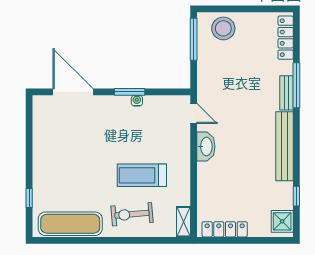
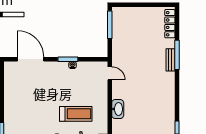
stool: (223, 28) -> (129, 18), removed
bench: (284, 146) -> (169, 95), removed
washbasin: (206, 147) -> (118, 109), moved
treadmill: (142, 175) -> (76, 114), turned 180

